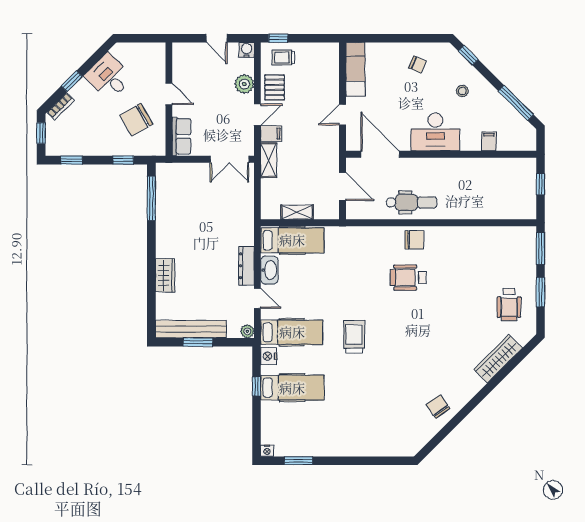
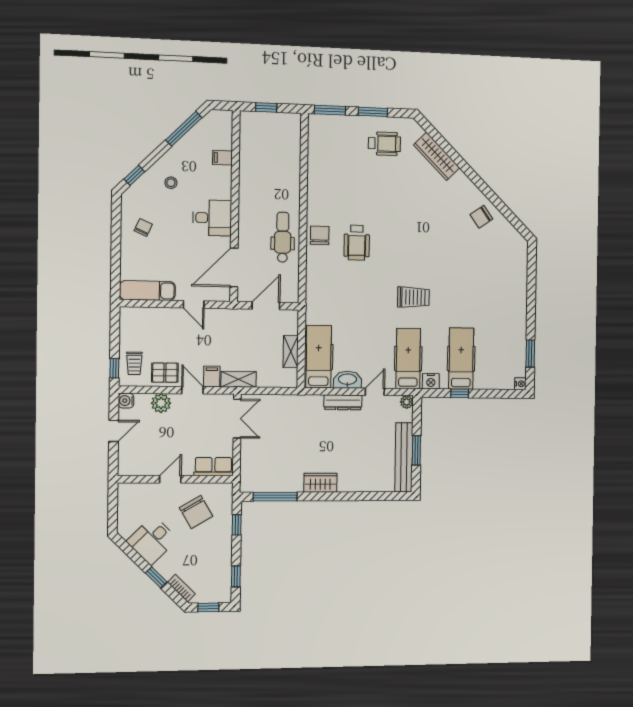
desk: (435, 132) -> (212, 218), width x0.73
wardrobe: (165, 275) -> (320, 483), moved
trolley: (354, 337) -> (413, 297), turned 180

